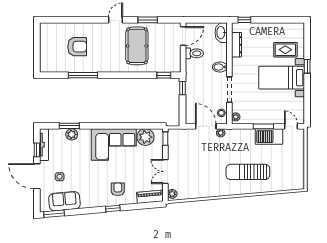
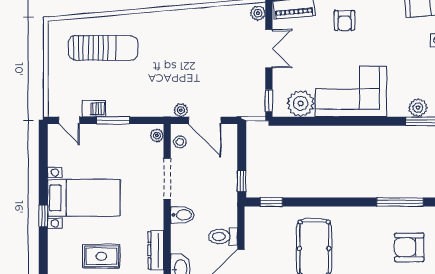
rug: (285, 50) -> (101, 256), moved
barbecue: (269, 137) -> (94, 109), width x0.53, depth x0.65
sun lounger: (248, 172) -> (103, 48), moved

